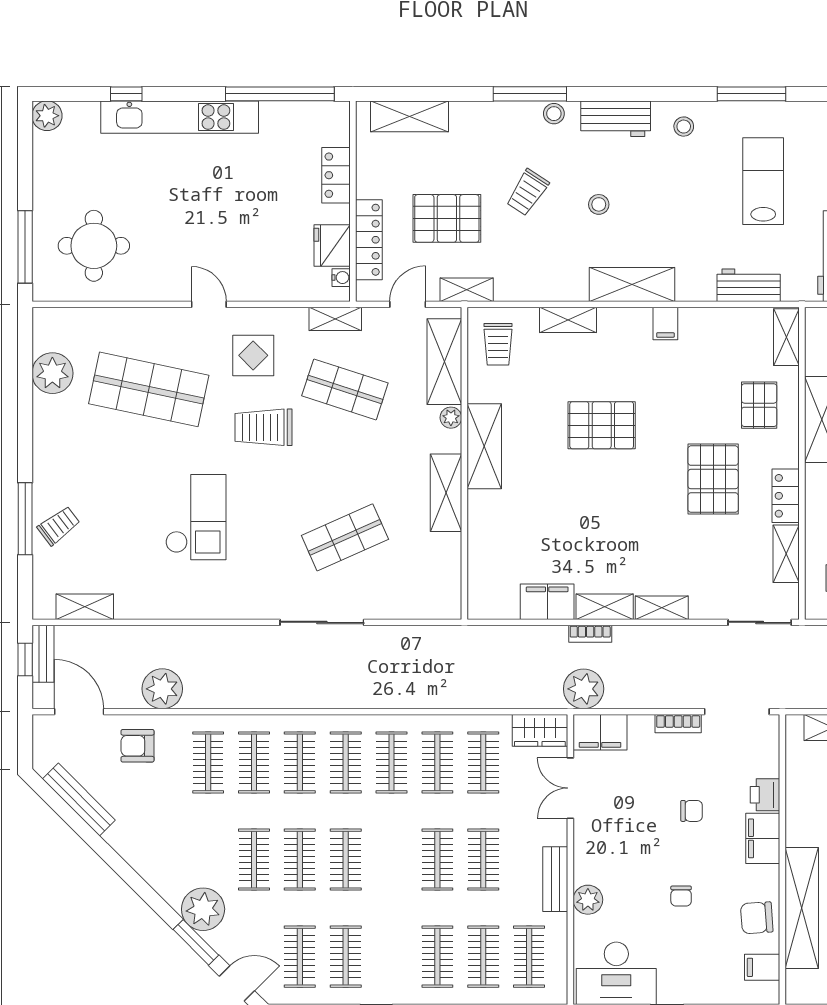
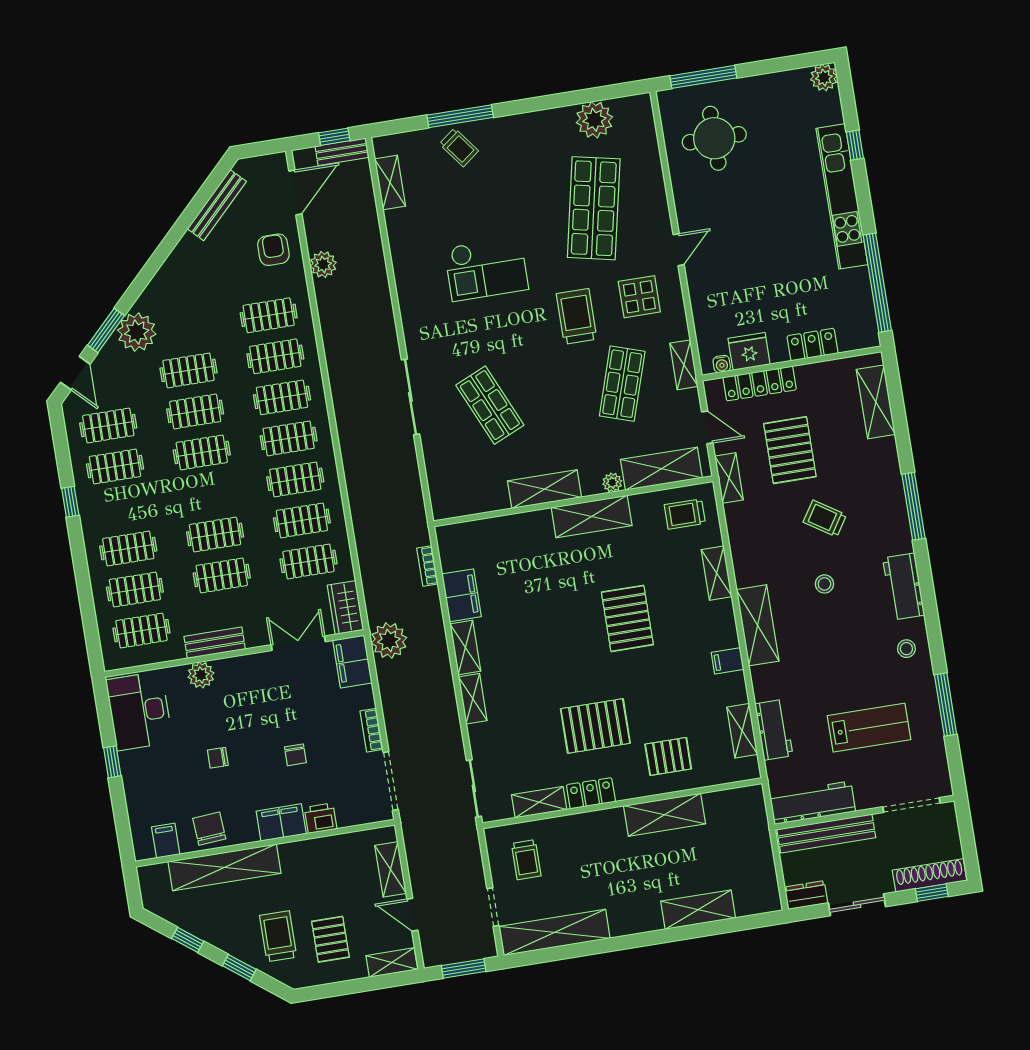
stool: (554, 114) -> (899, 531), removed
shelving: (786, 337) -> (742, 731), moved, turned 90
bookcase: (590, 634) -> (427, 566), moved
plant: (162, 689) -> (323, 264), width x0.73, depth x0.73

